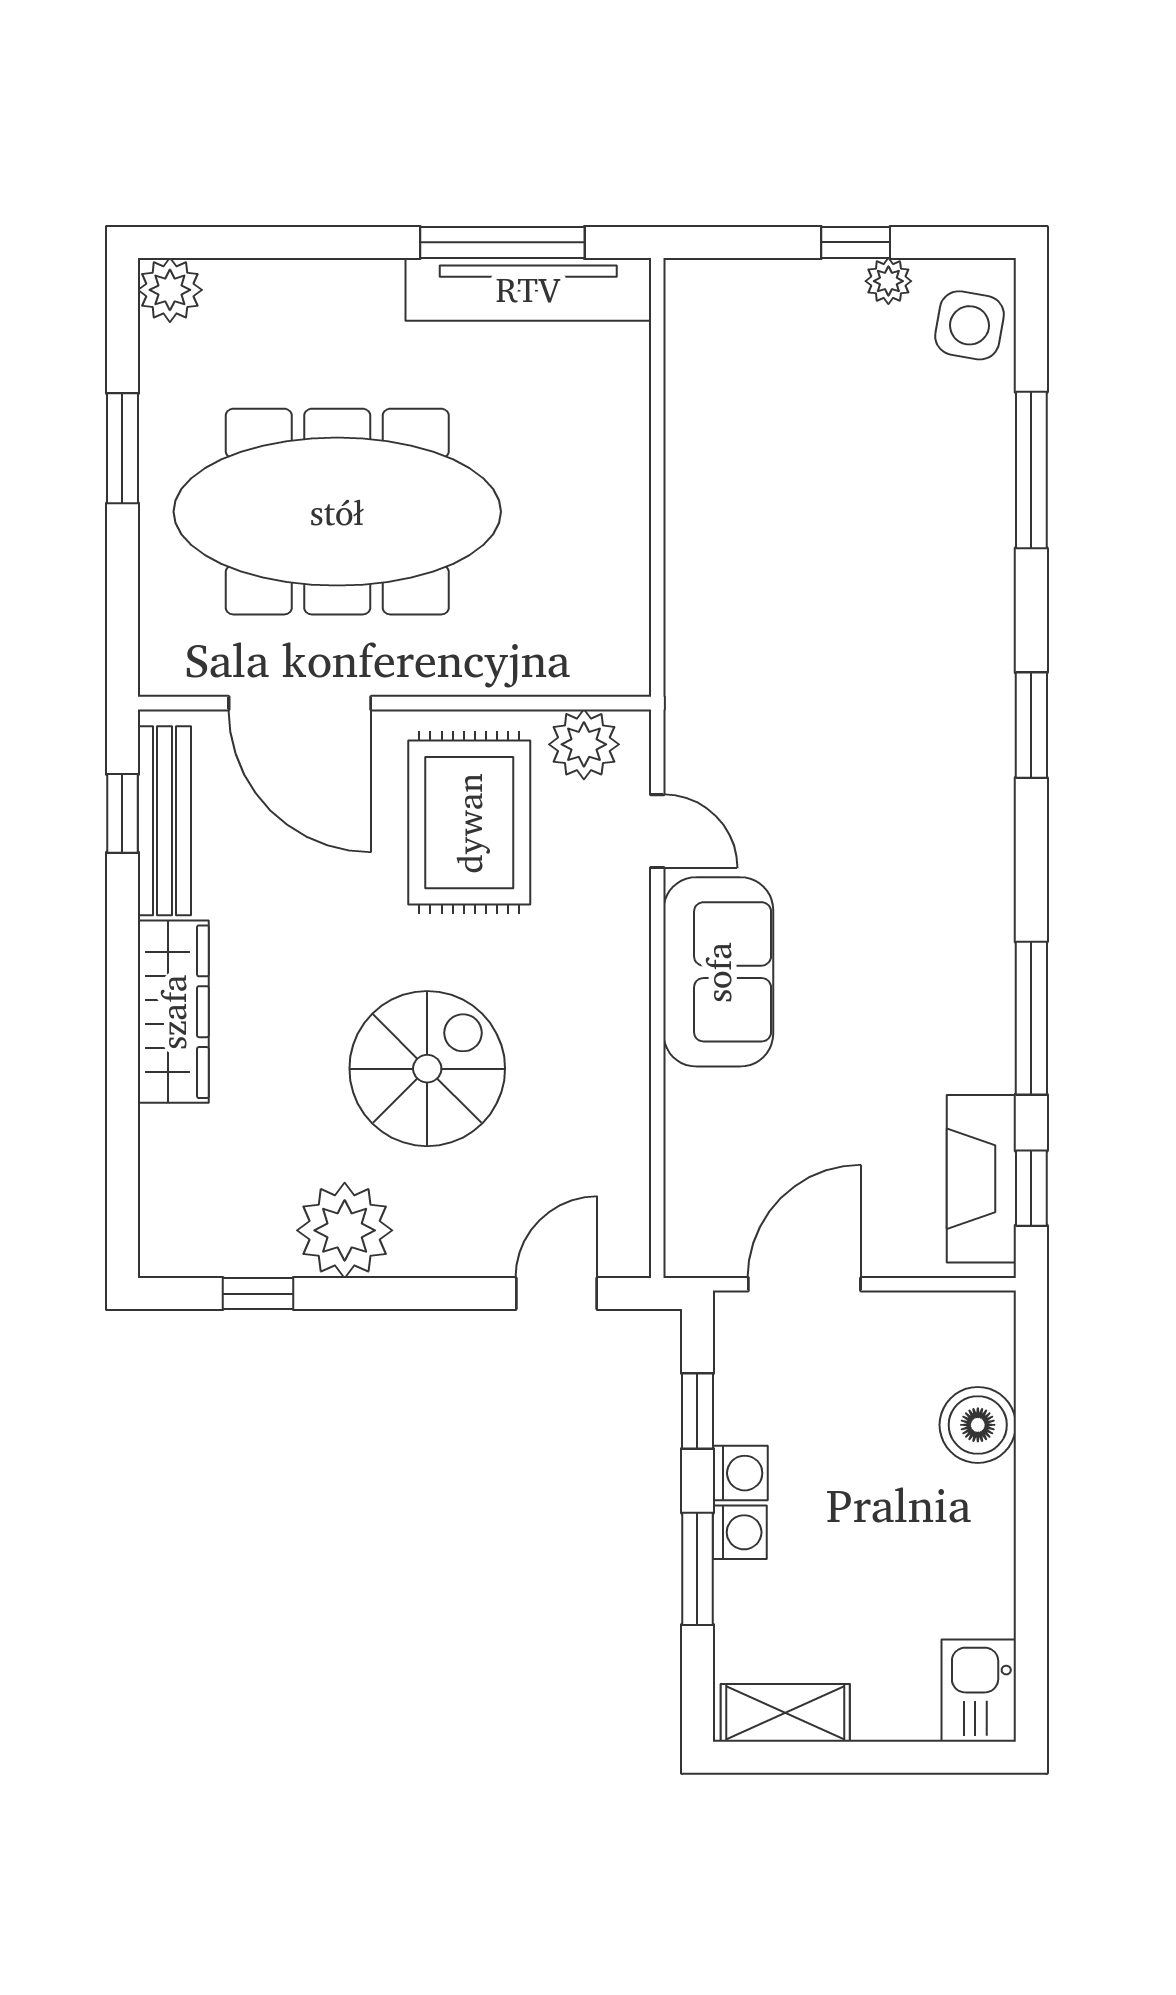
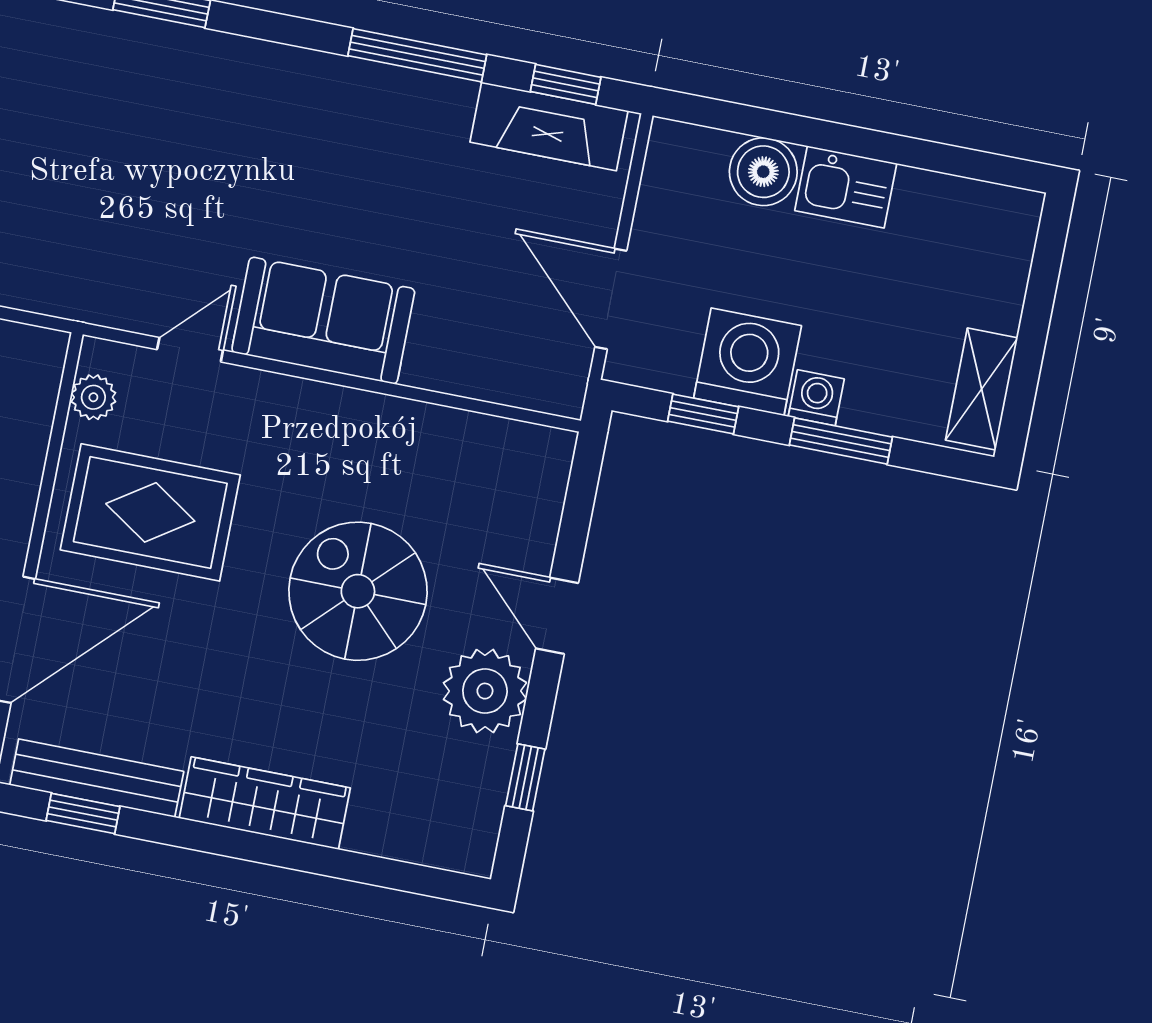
plant: (584, 744) -> (93, 397), width x0.73, depth x0.73
door: (556, 1294) -> (557, 616), moved
washing machine: (740, 1473) -> (748, 362), width x1.89, depth x1.89
kitchen sink: (979, 1691) -> (846, 187), moved

